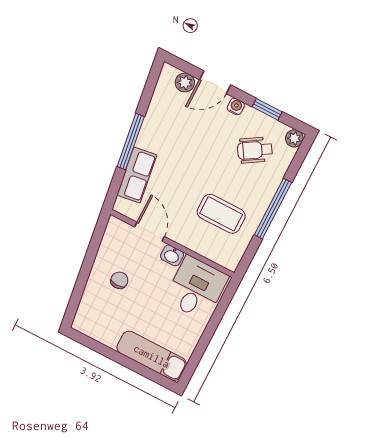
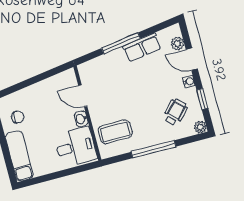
wheelchair: (255, 150) -> (175, 112), turned 75
row of seats: (137, 175) -> (142, 47), moved
coffee table: (221, 214) -> (115, 132), moved, turned 90
door: (149, 232) -> (83, 96), swing flipped
chair: (119, 280) -> (18, 117), moved

